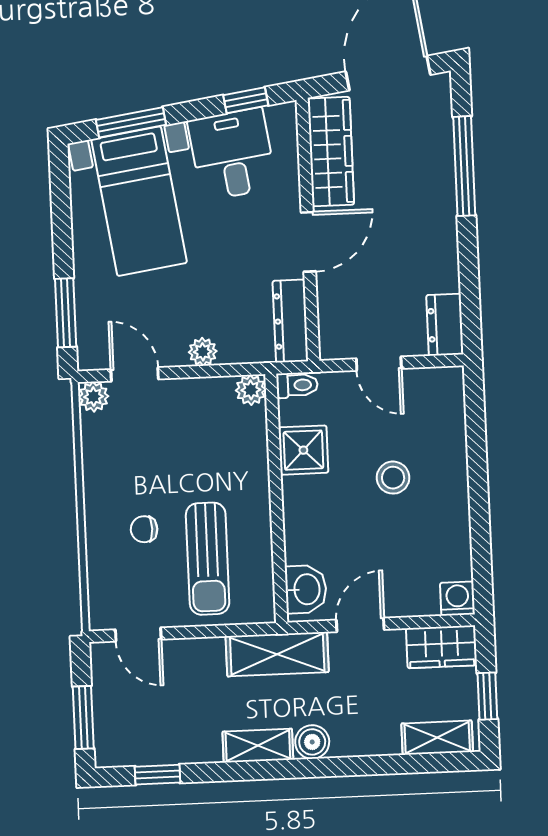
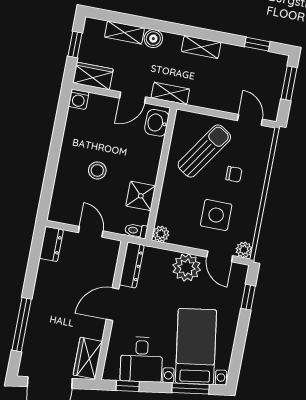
wardrobe: (331, 152) -> (88, 358), width x0.67
window: (66, 313) -> (248, 297), width x0.67
plant: (203, 352) -> (187, 268), width x1.87, depth x1.87
side table: (159, 448) -> (216, 215), added
sun lounger: (208, 559) -> (204, 151), turned 34
shelving: (277, 654) -> (170, 93), width x0.67, depth x0.75
shelving: (437, 738) -> (124, 32), moved
boiler: (312, 742) -> (153, 39), moved

